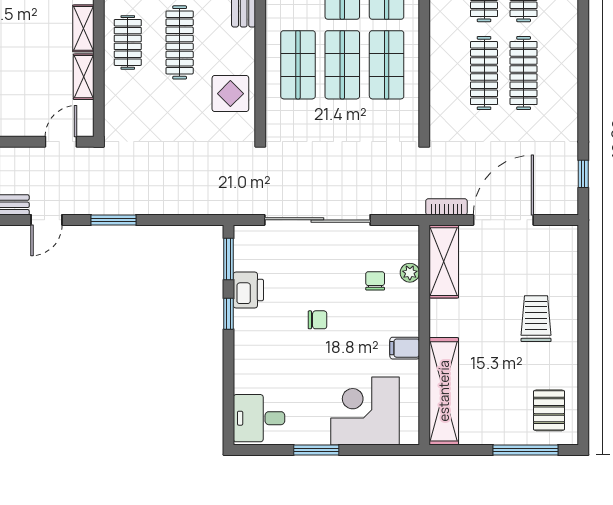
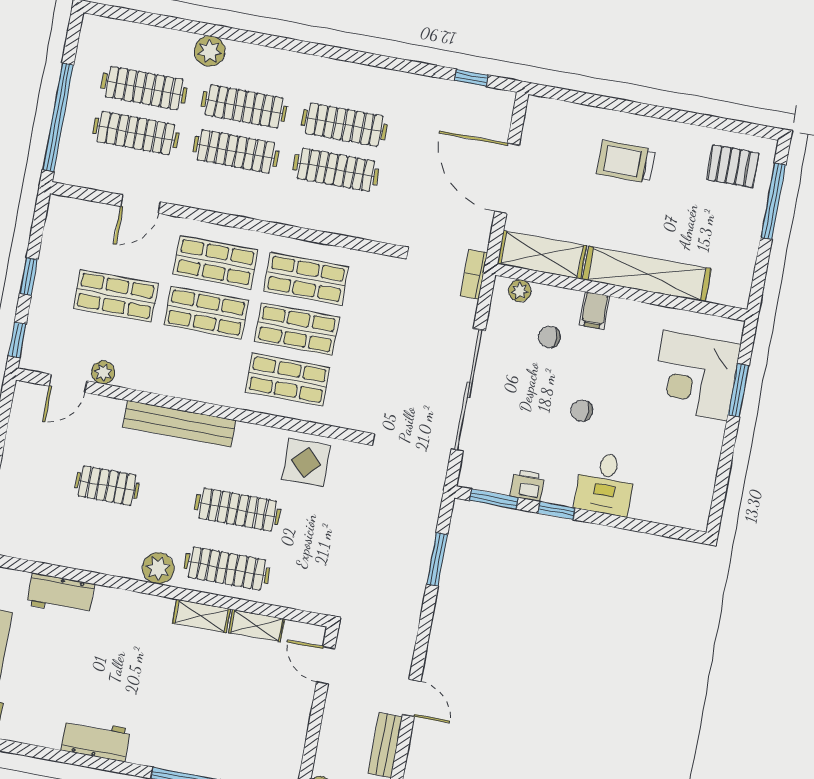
clothes rail: (128, 42) -> (227, 569), width x1.36
bookcase: (446, 207) -> (474, 274), moved
window: (114, 220) -> (437, 559), moved
plant: (410, 273) -> (520, 291), moved
printer: (248, 290) -> (527, 485), width x0.73, depth x0.81
chair: (317, 320) -> (582, 411), turned -90
filing cabinet: (405, 348) -> (595, 310), moved
shelving: (444, 391) -> (647, 274), moved
desk: (259, 418) -> (605, 484), moved
window: (316, 450) -> (738, 390), moved

